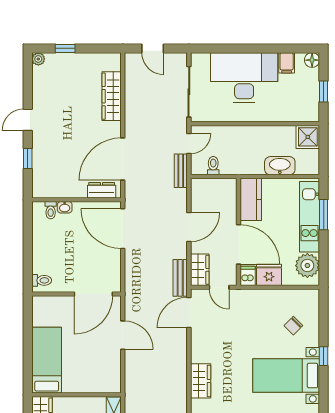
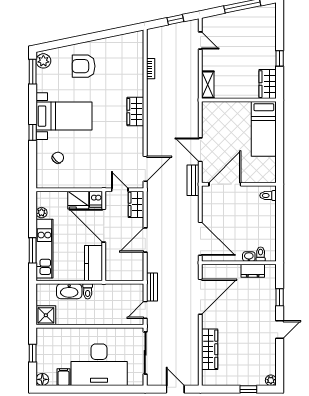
toilet: (213, 166) -> (88, 291), moved
dresser: (102, 190) -> (253, 271), moved
plant: (307, 266) -> (41, 213), width x0.53, depth x0.53
bench: (180, 278) -> (193, 180), moved

